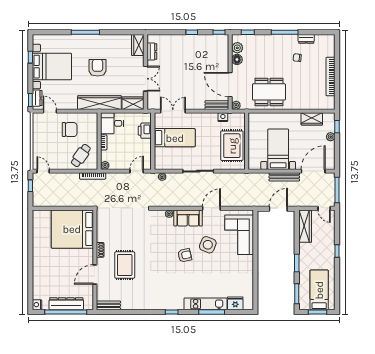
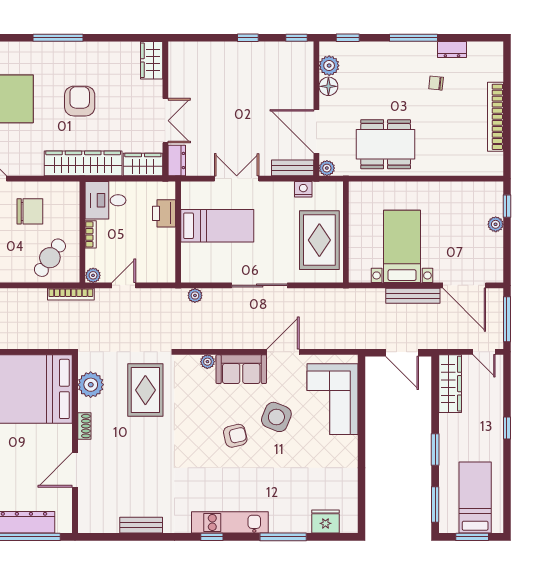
dresser: (152, 51) -> (177, 161), moved
double door: (173, 111) -> (237, 179), moved
wardrobe: (312, 119) -> (462, 192), removed
door: (137, 171) -> (124, 285), moved
door: (313, 171) -> (464, 285), swing flipped
door: (278, 209) -> (402, 353), swing flipped
plant: (104, 227) -> (91, 385), added
rug: (125, 265) -> (145, 390), moved
kitchen unit: (205, 304) -> (230, 522), moved
bench: (108, 305) -> (141, 525), moved

